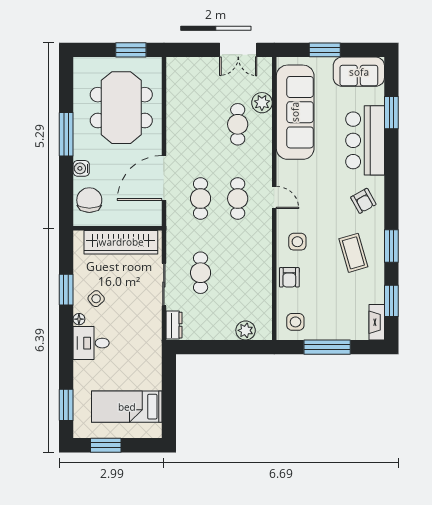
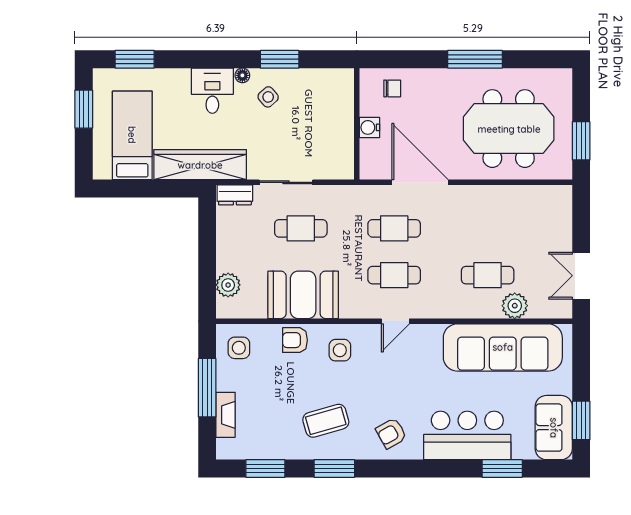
window: (325, 50) -> (581, 420), moved
water cooler: (81, 168) -> (369, 127), moved, turned -90
chair: (89, 200) -> (392, 88), width x0.54, depth x0.54
wardrobe: (121, 242) -> (200, 165), moved, turned 90
booth: (253, 271) -> (303, 295), added
fireplace: (377, 322) -> (226, 415), moved, turned 90

